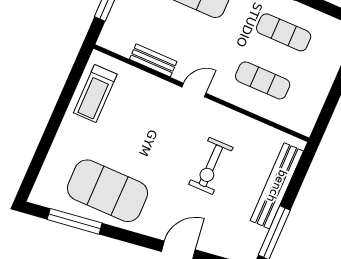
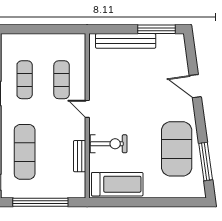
door: (194, 90) -> (87, 109), moved
treadmill: (95, 93) -> (117, 184), width x1.37, depth x1.38
exercise bike: (211, 166) -> (109, 144), moved

